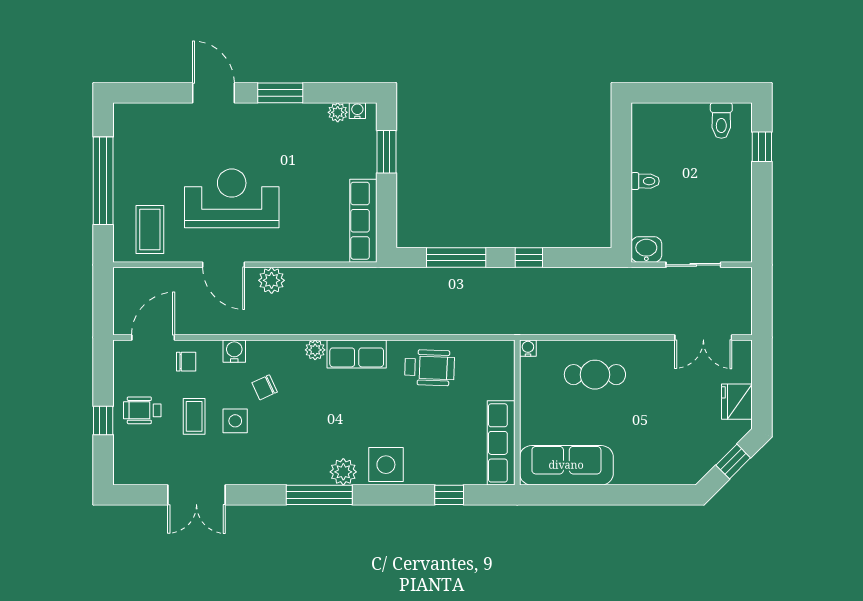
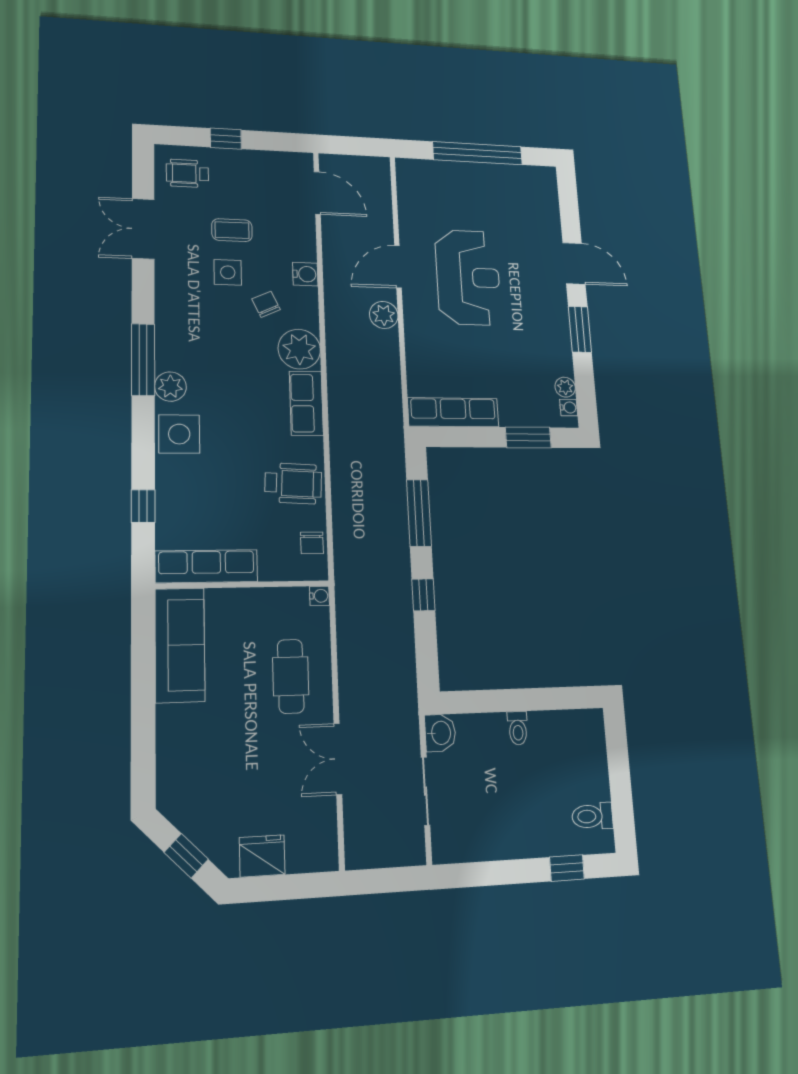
door: (213, 93) -> (574, 263), hinge flipped
coffee table: (150, 229) -> (431, 195), removed
double door: (703, 337) -> (338, 759), moved
plant: (315, 350) -> (299, 349), width x1.88, depth x1.88
chair: (186, 362) -> (312, 543), moved
wheelchair: (430, 368) -> (293, 483), turned -89
wheelchair: (142, 410) -> (187, 173), moved, turned -90

